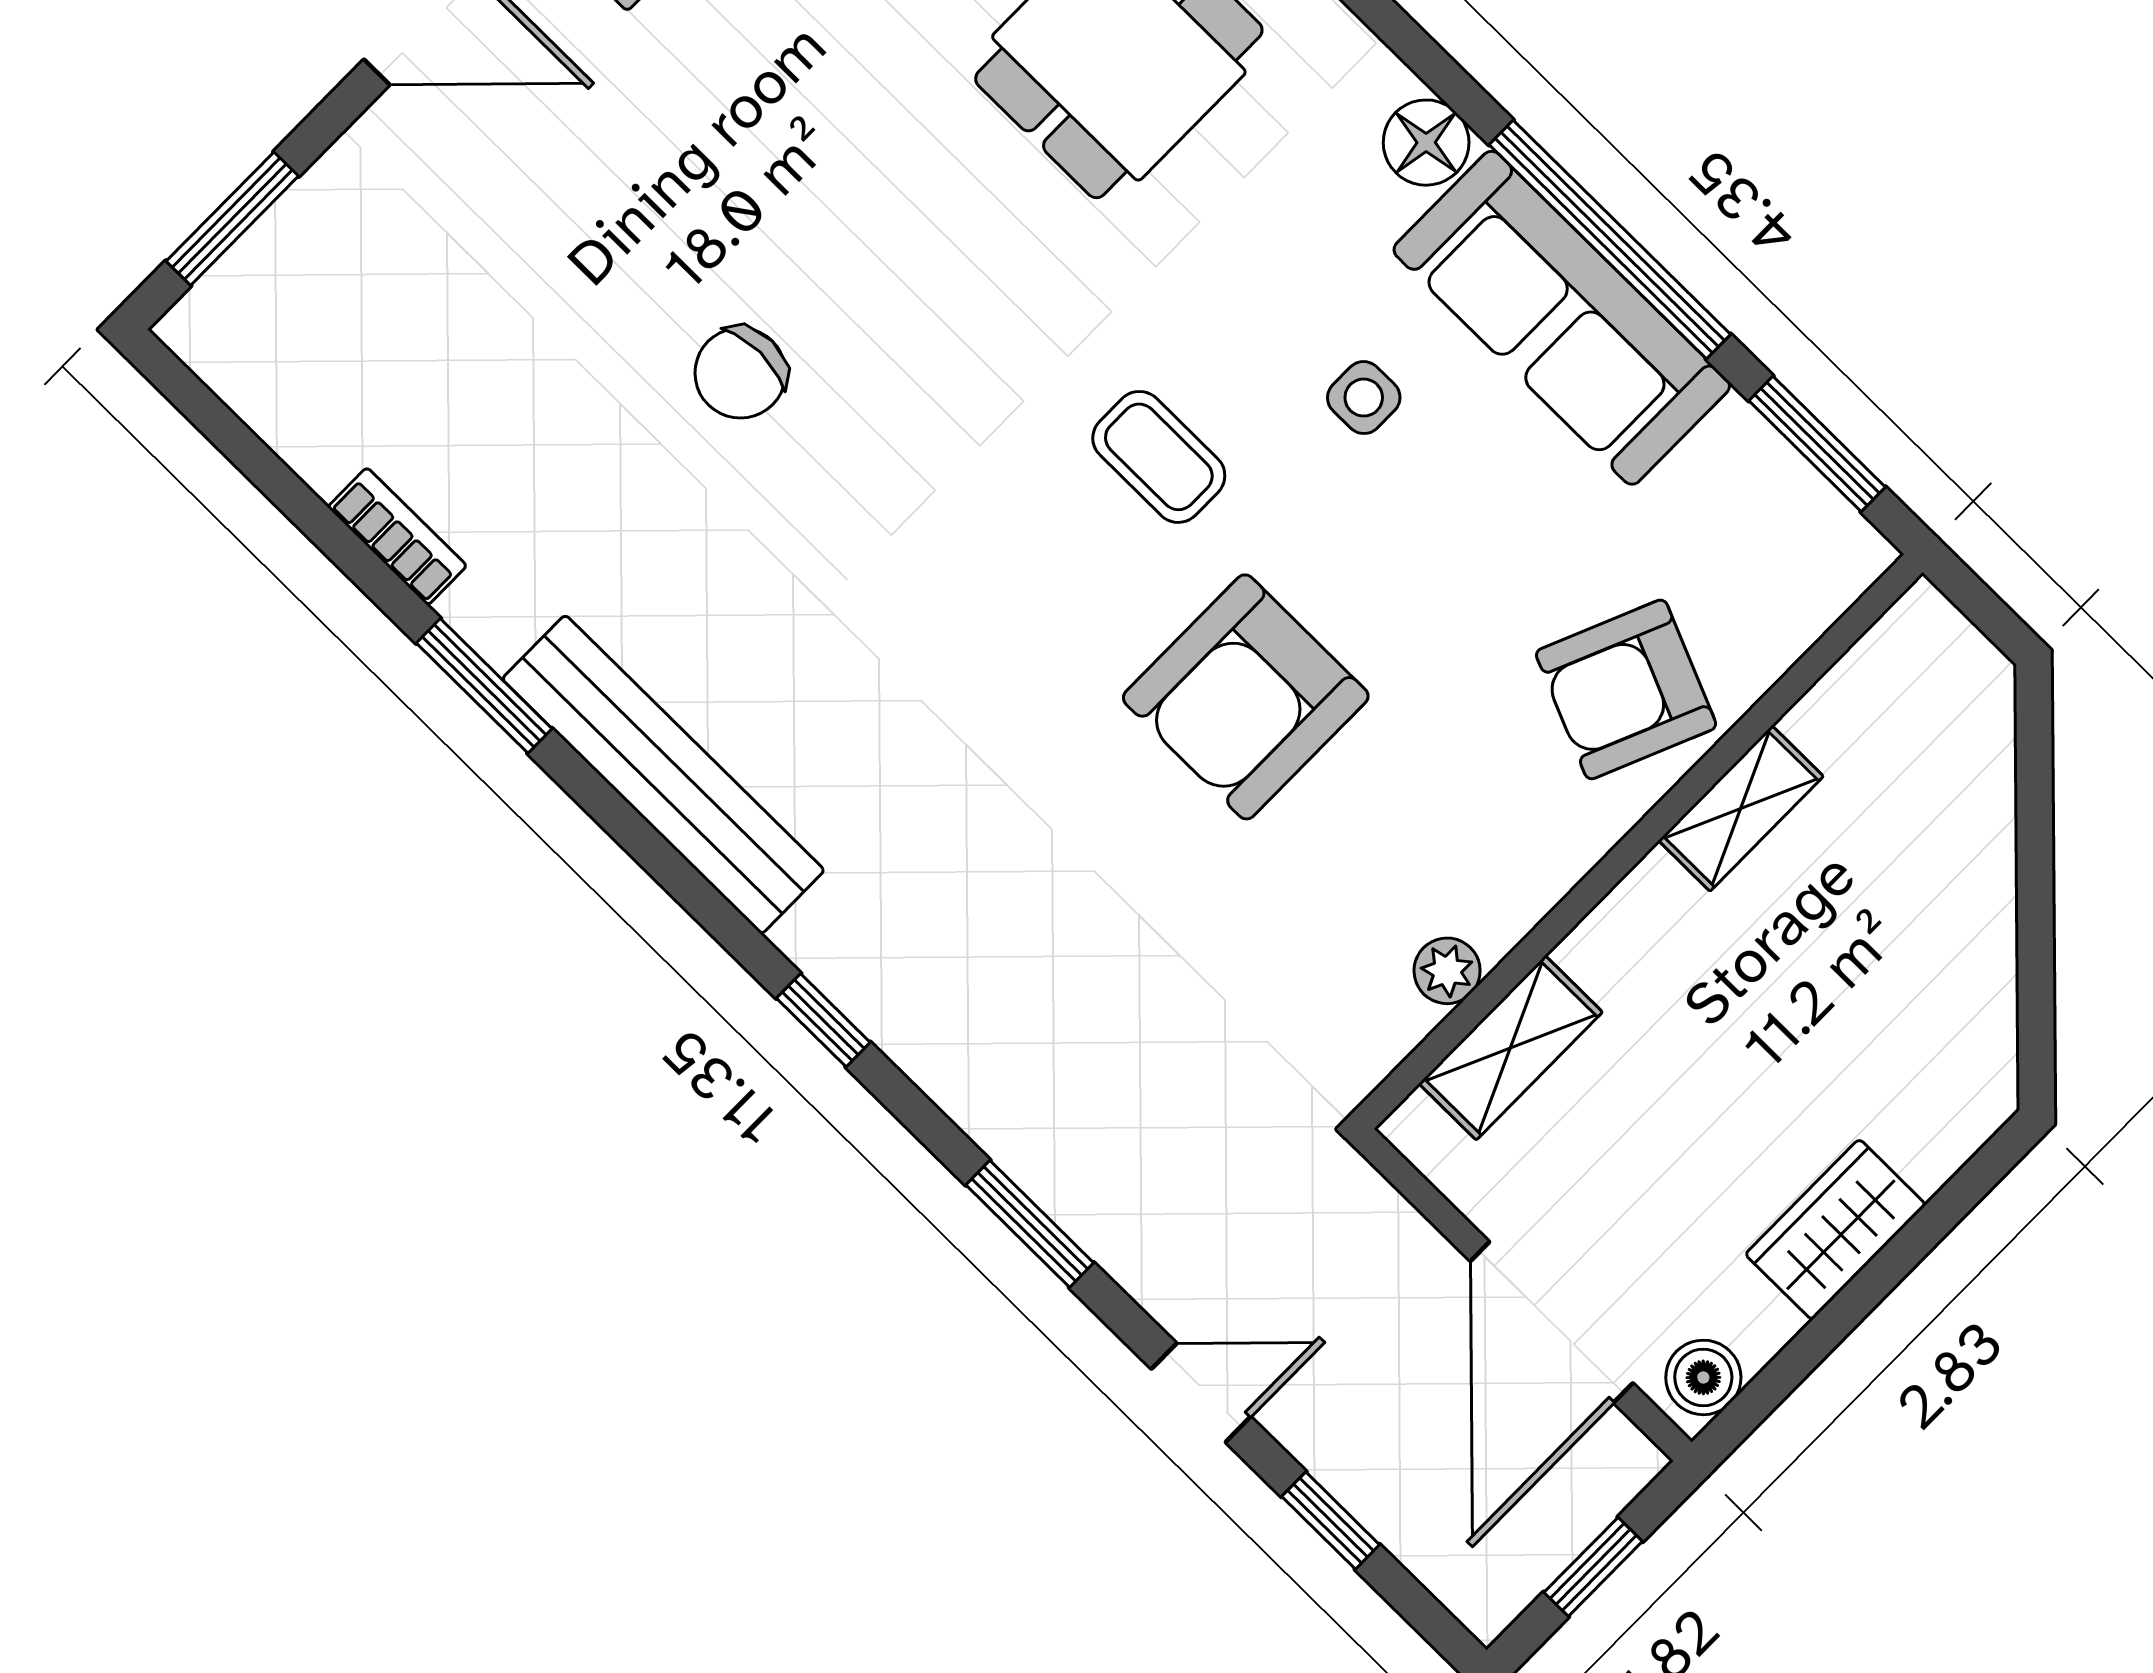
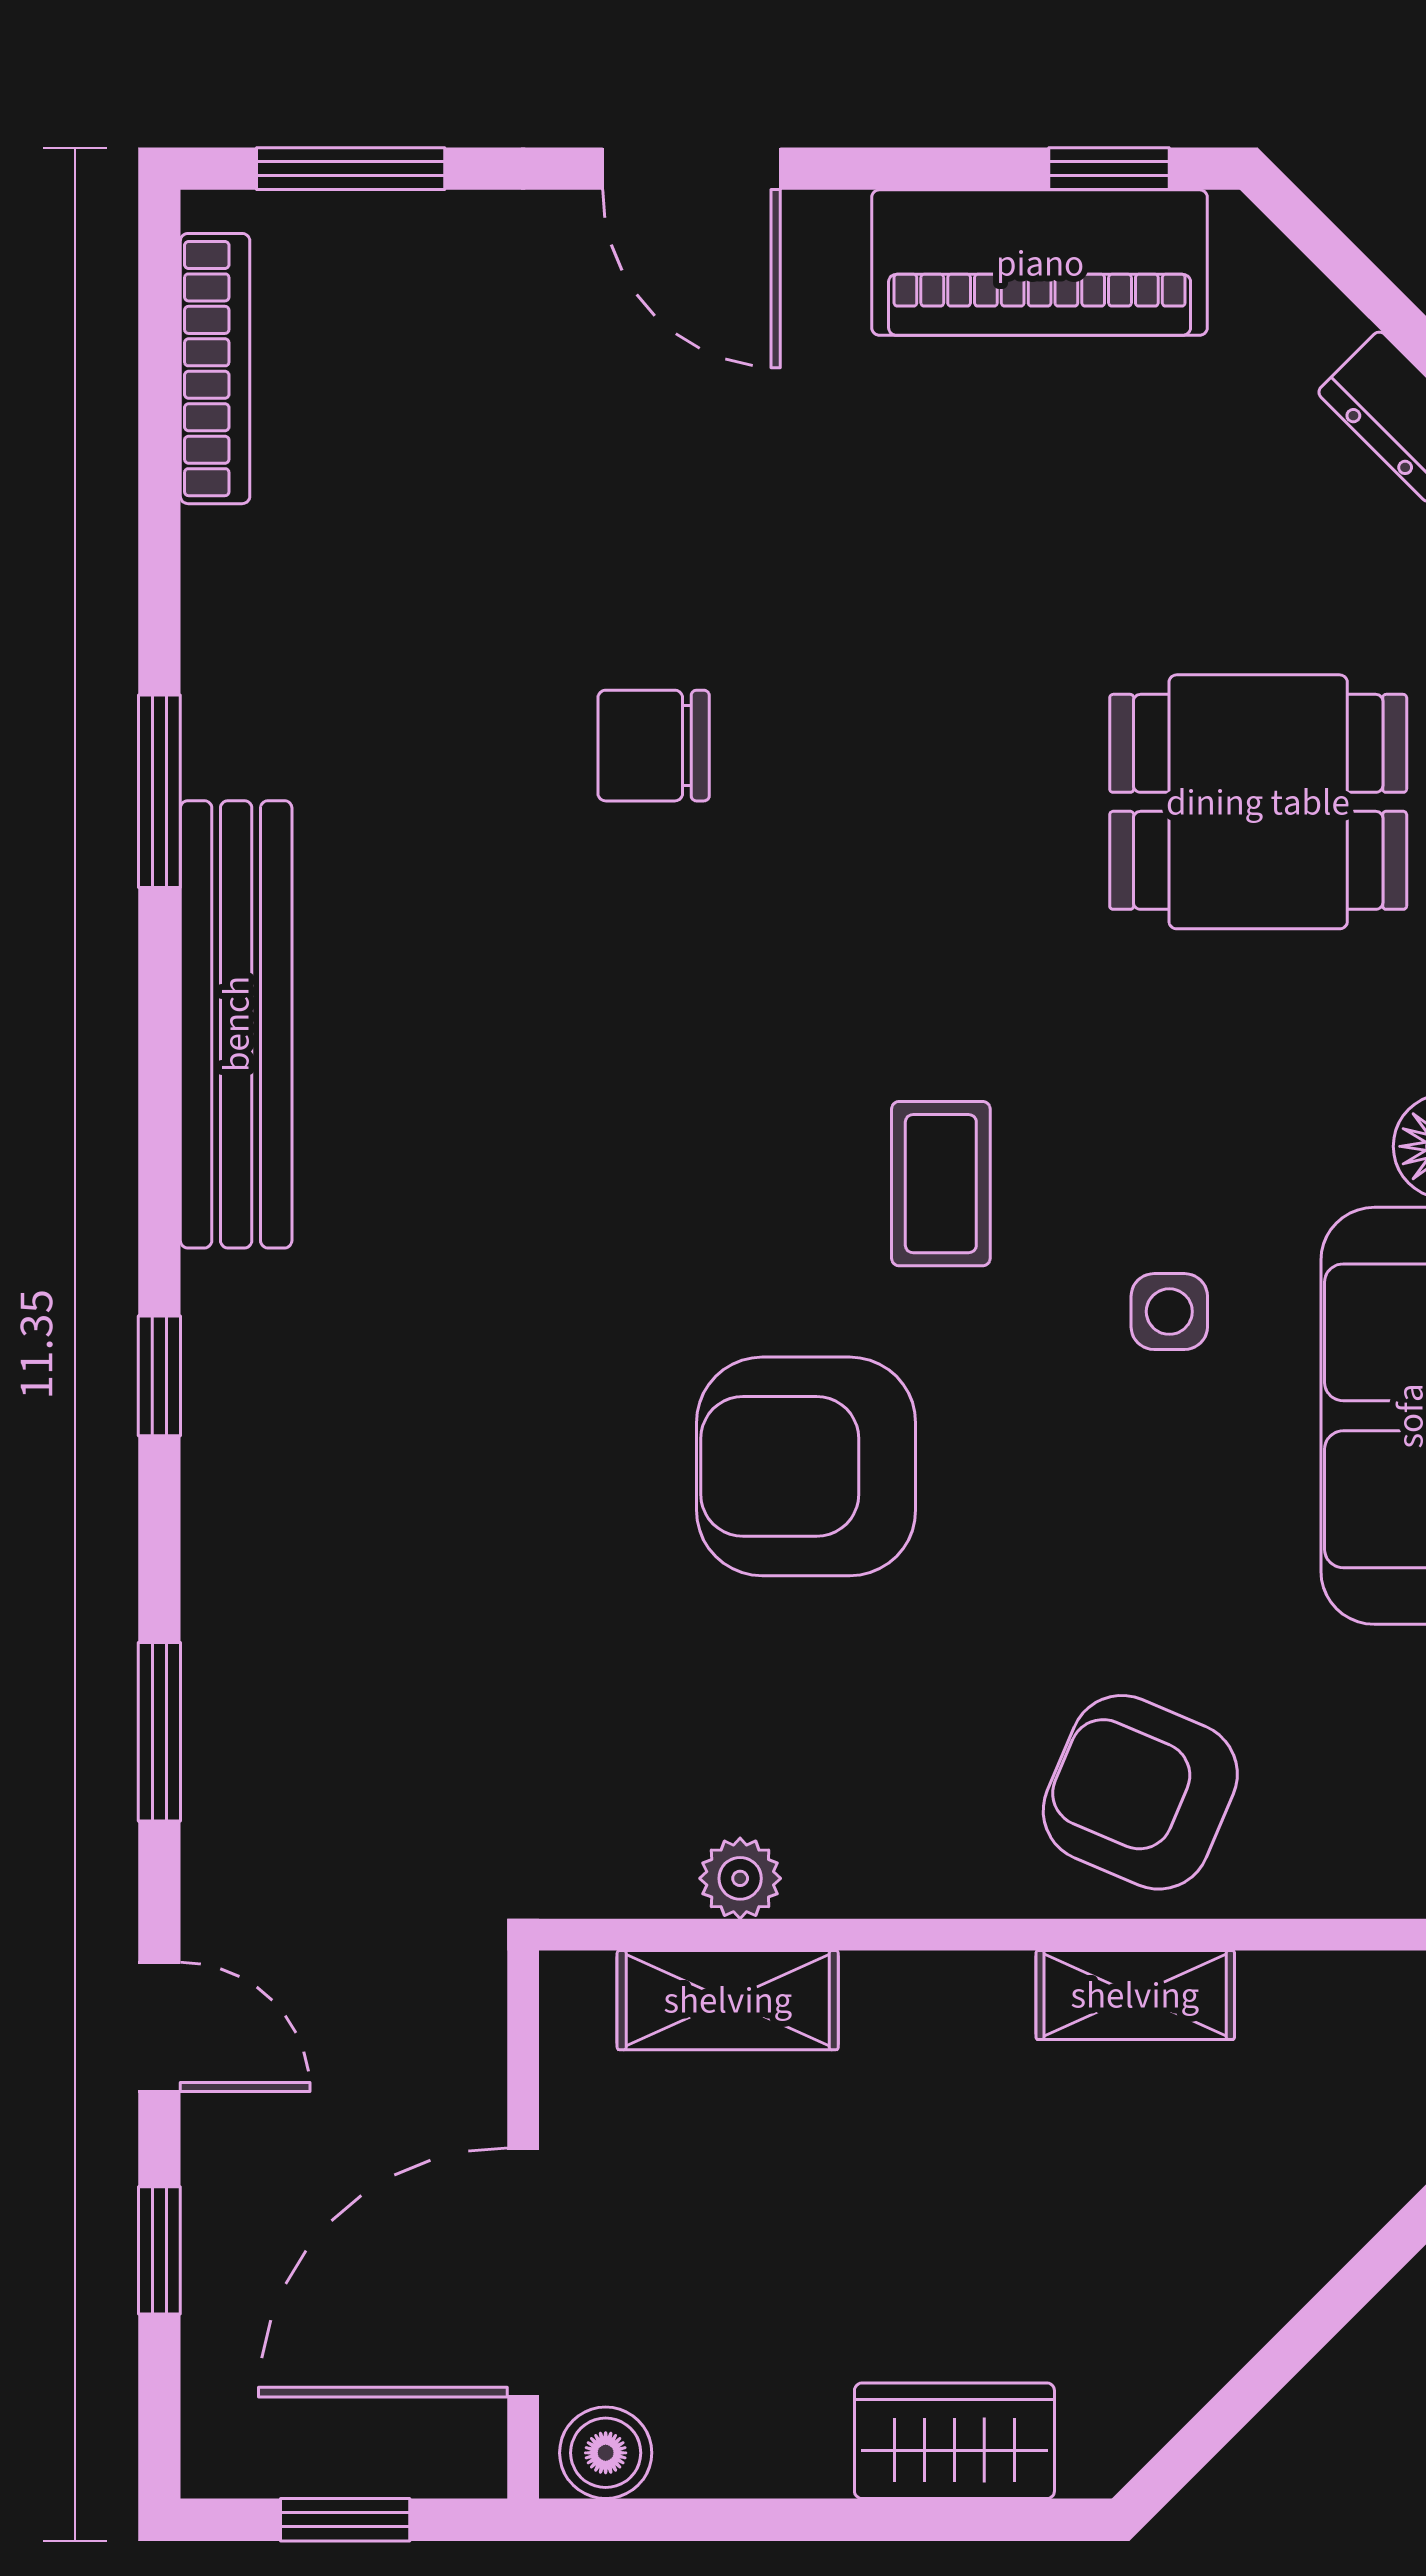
bookcase: (397, 536) -> (215, 369), moved, width x1.56
wardrobe: (1836, 1229) -> (954, 2441), moved

